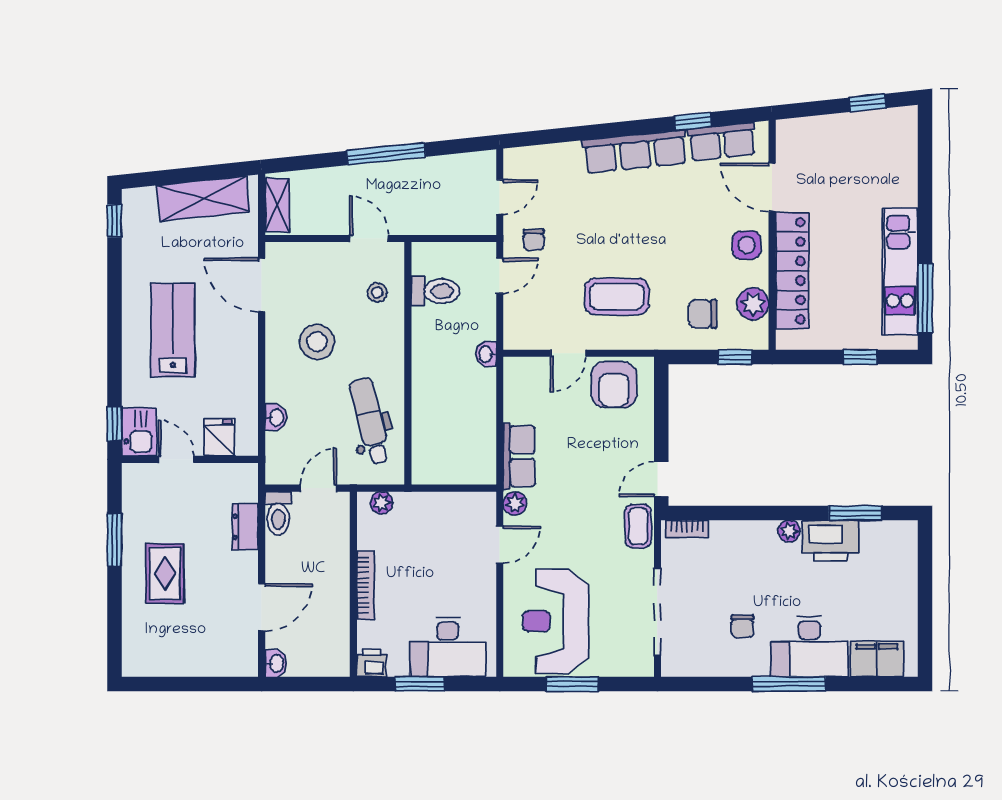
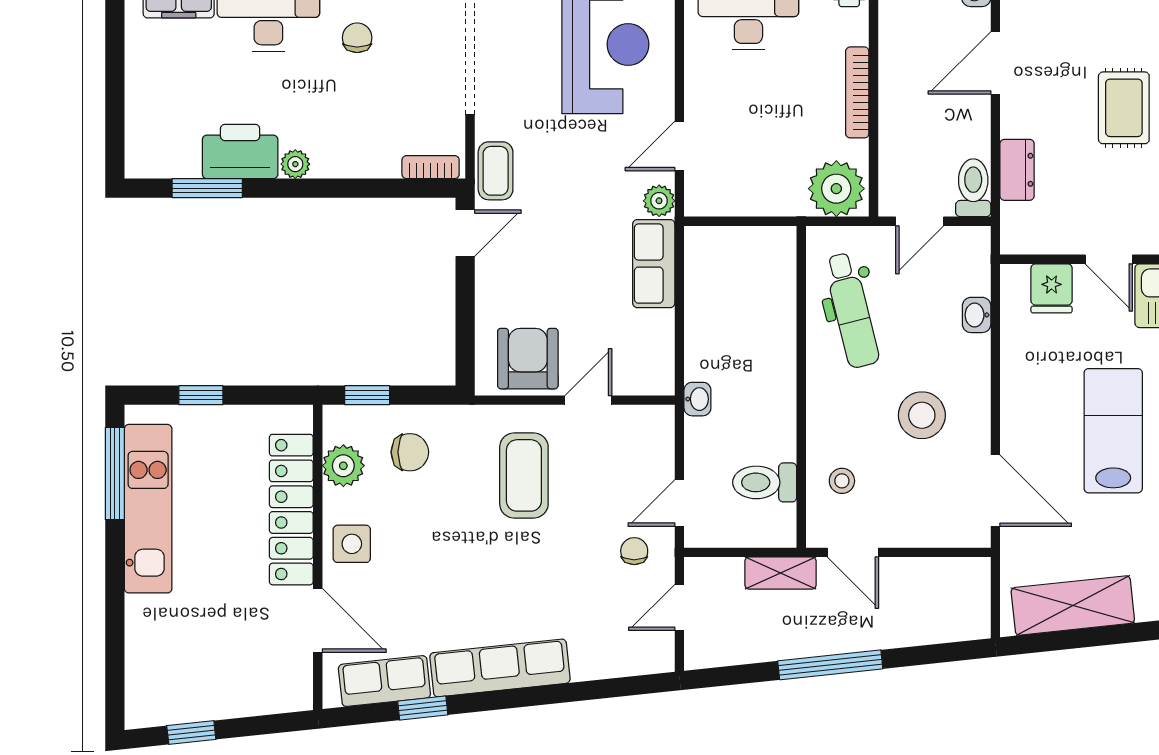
shelving: (277, 205) -> (781, 573), moved, turned 90
coffee table: (617, 296) -> (524, 475), turned 90
lab bench: (173, 330) -> (1113, 431), turned 180
plant: (381, 503) -> (836, 189), width x1.88, depth x1.88

